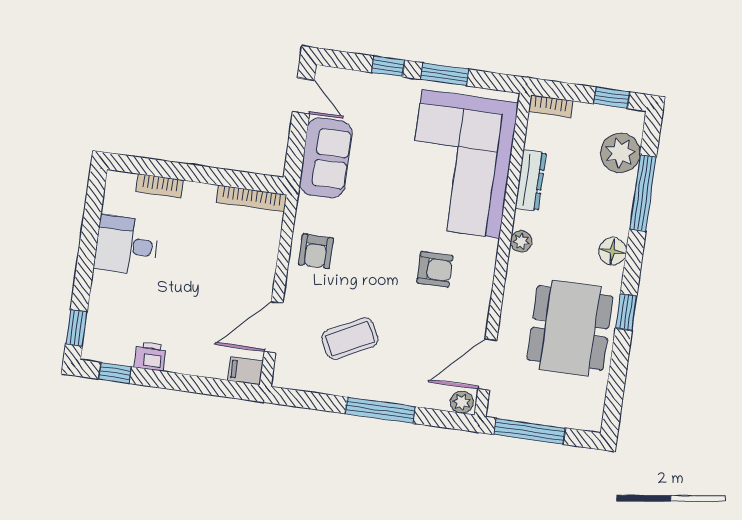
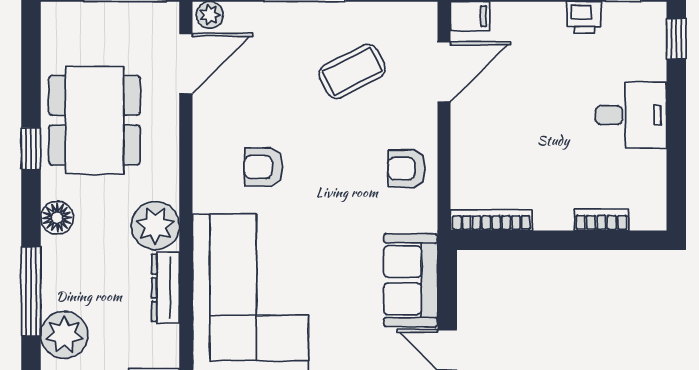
plant: (521, 241) -> (155, 226), width x1.88, depth x1.88
desk: (126, 245) -> (631, 115), moved
armchair: (316, 251) -> (407, 169), turned -90

